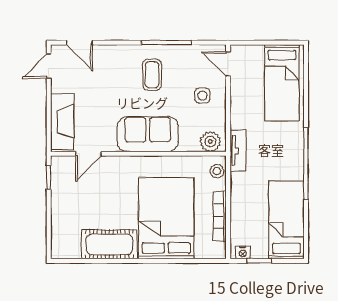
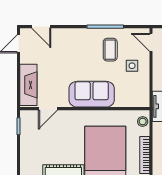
coffee table: (152, 75) -> (110, 50), moved
plant: (210, 142) -> (138, 100), removed

